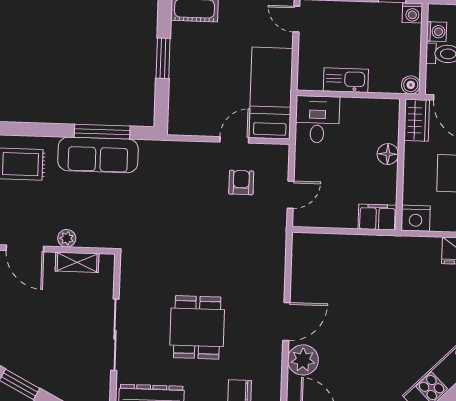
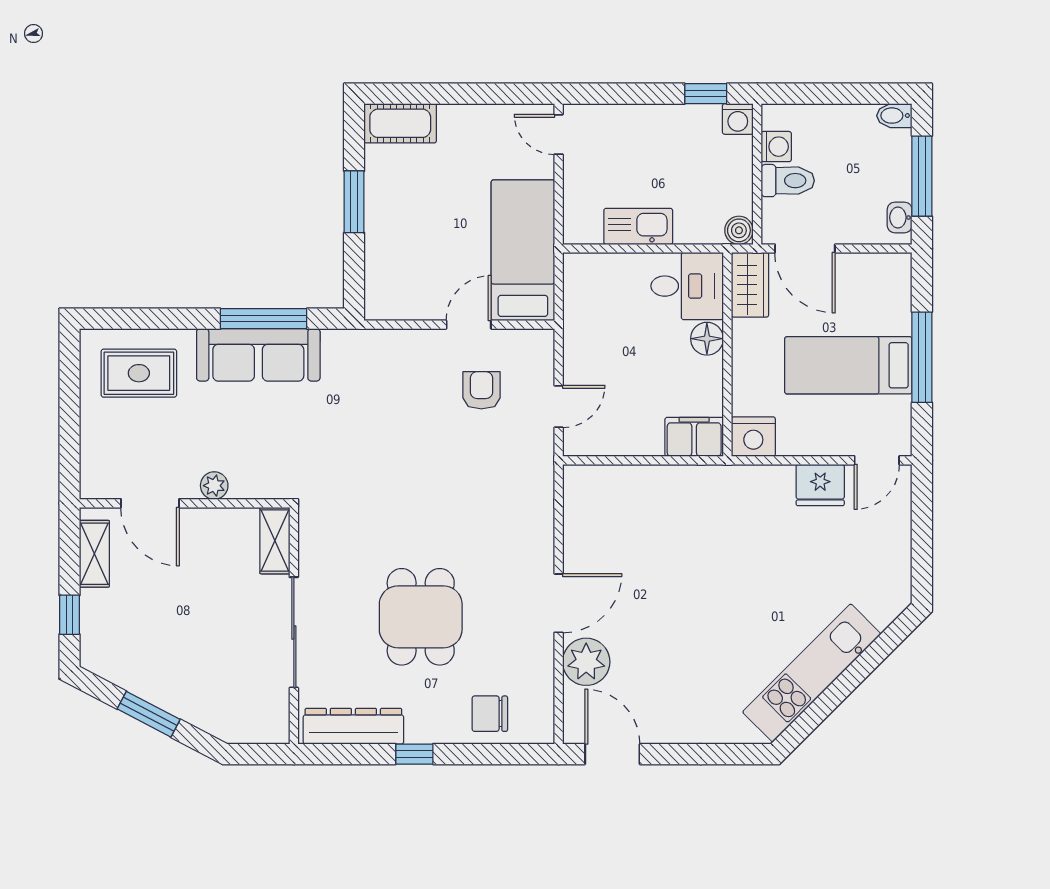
desk: (317, 119) -> (687, 286), moved, turned 90
shelving: (77, 262) -> (275, 541), moved, turned 90

